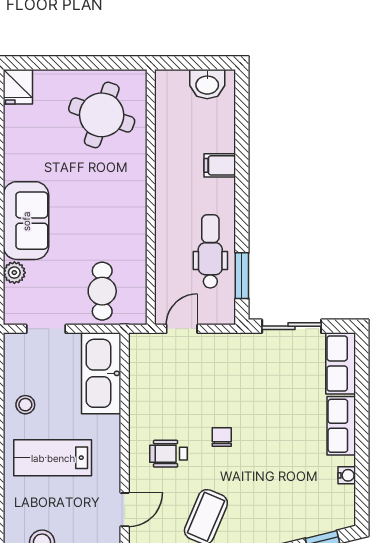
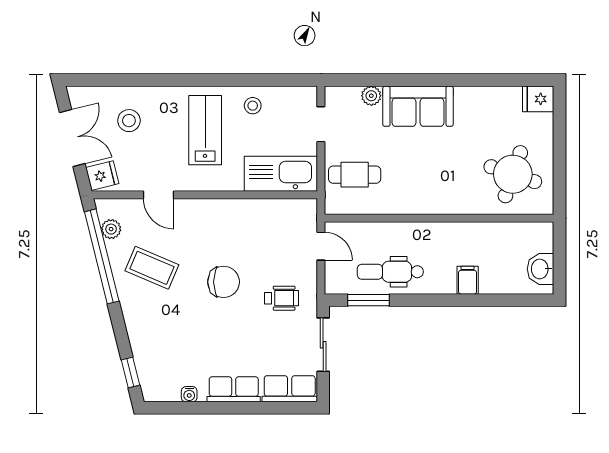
dental chair: (210, 251) -> (390, 272), turned 180
chair: (222, 437) -> (224, 282), width x1.87, depth x1.87
wheelchair: (169, 454) -> (281, 298), moved, turned 90

